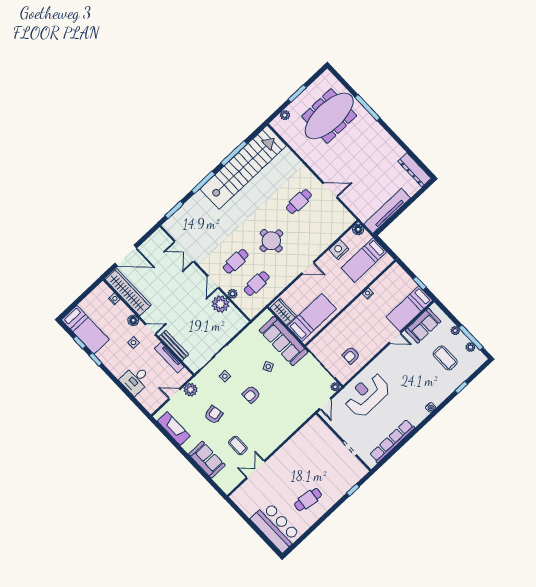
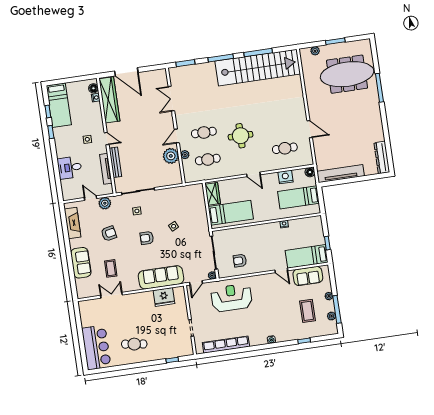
cafe table: (299, 202) -> (285, 148), moved
floor lamp: (133, 320) -> (93, 88), moved
sofa: (283, 341) -> (161, 277), moved, turned 90
fridge: (305, 437) -> (164, 297), added

